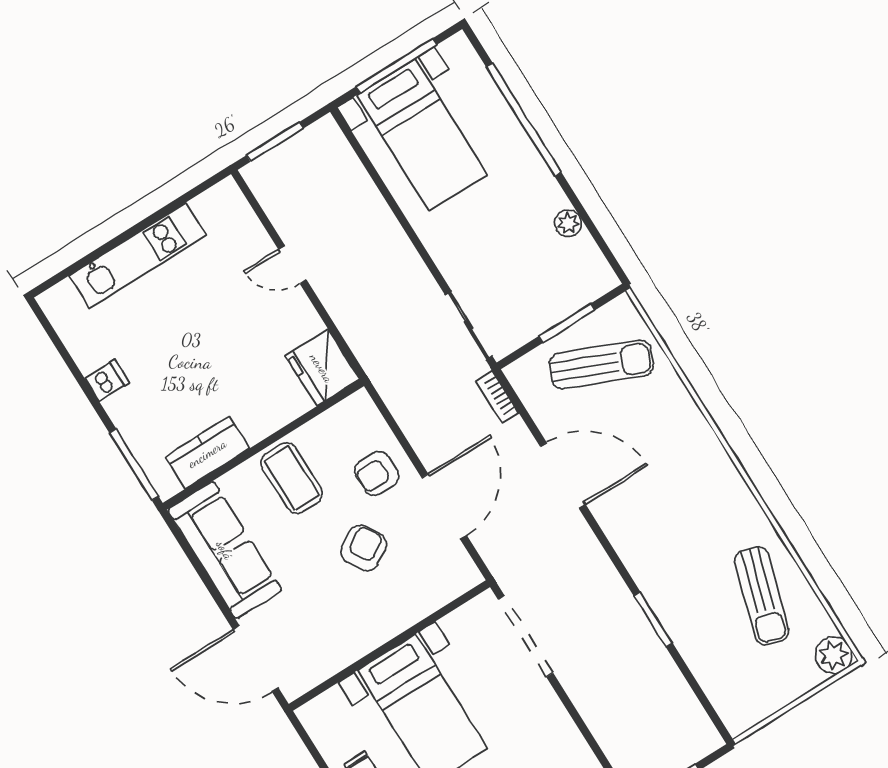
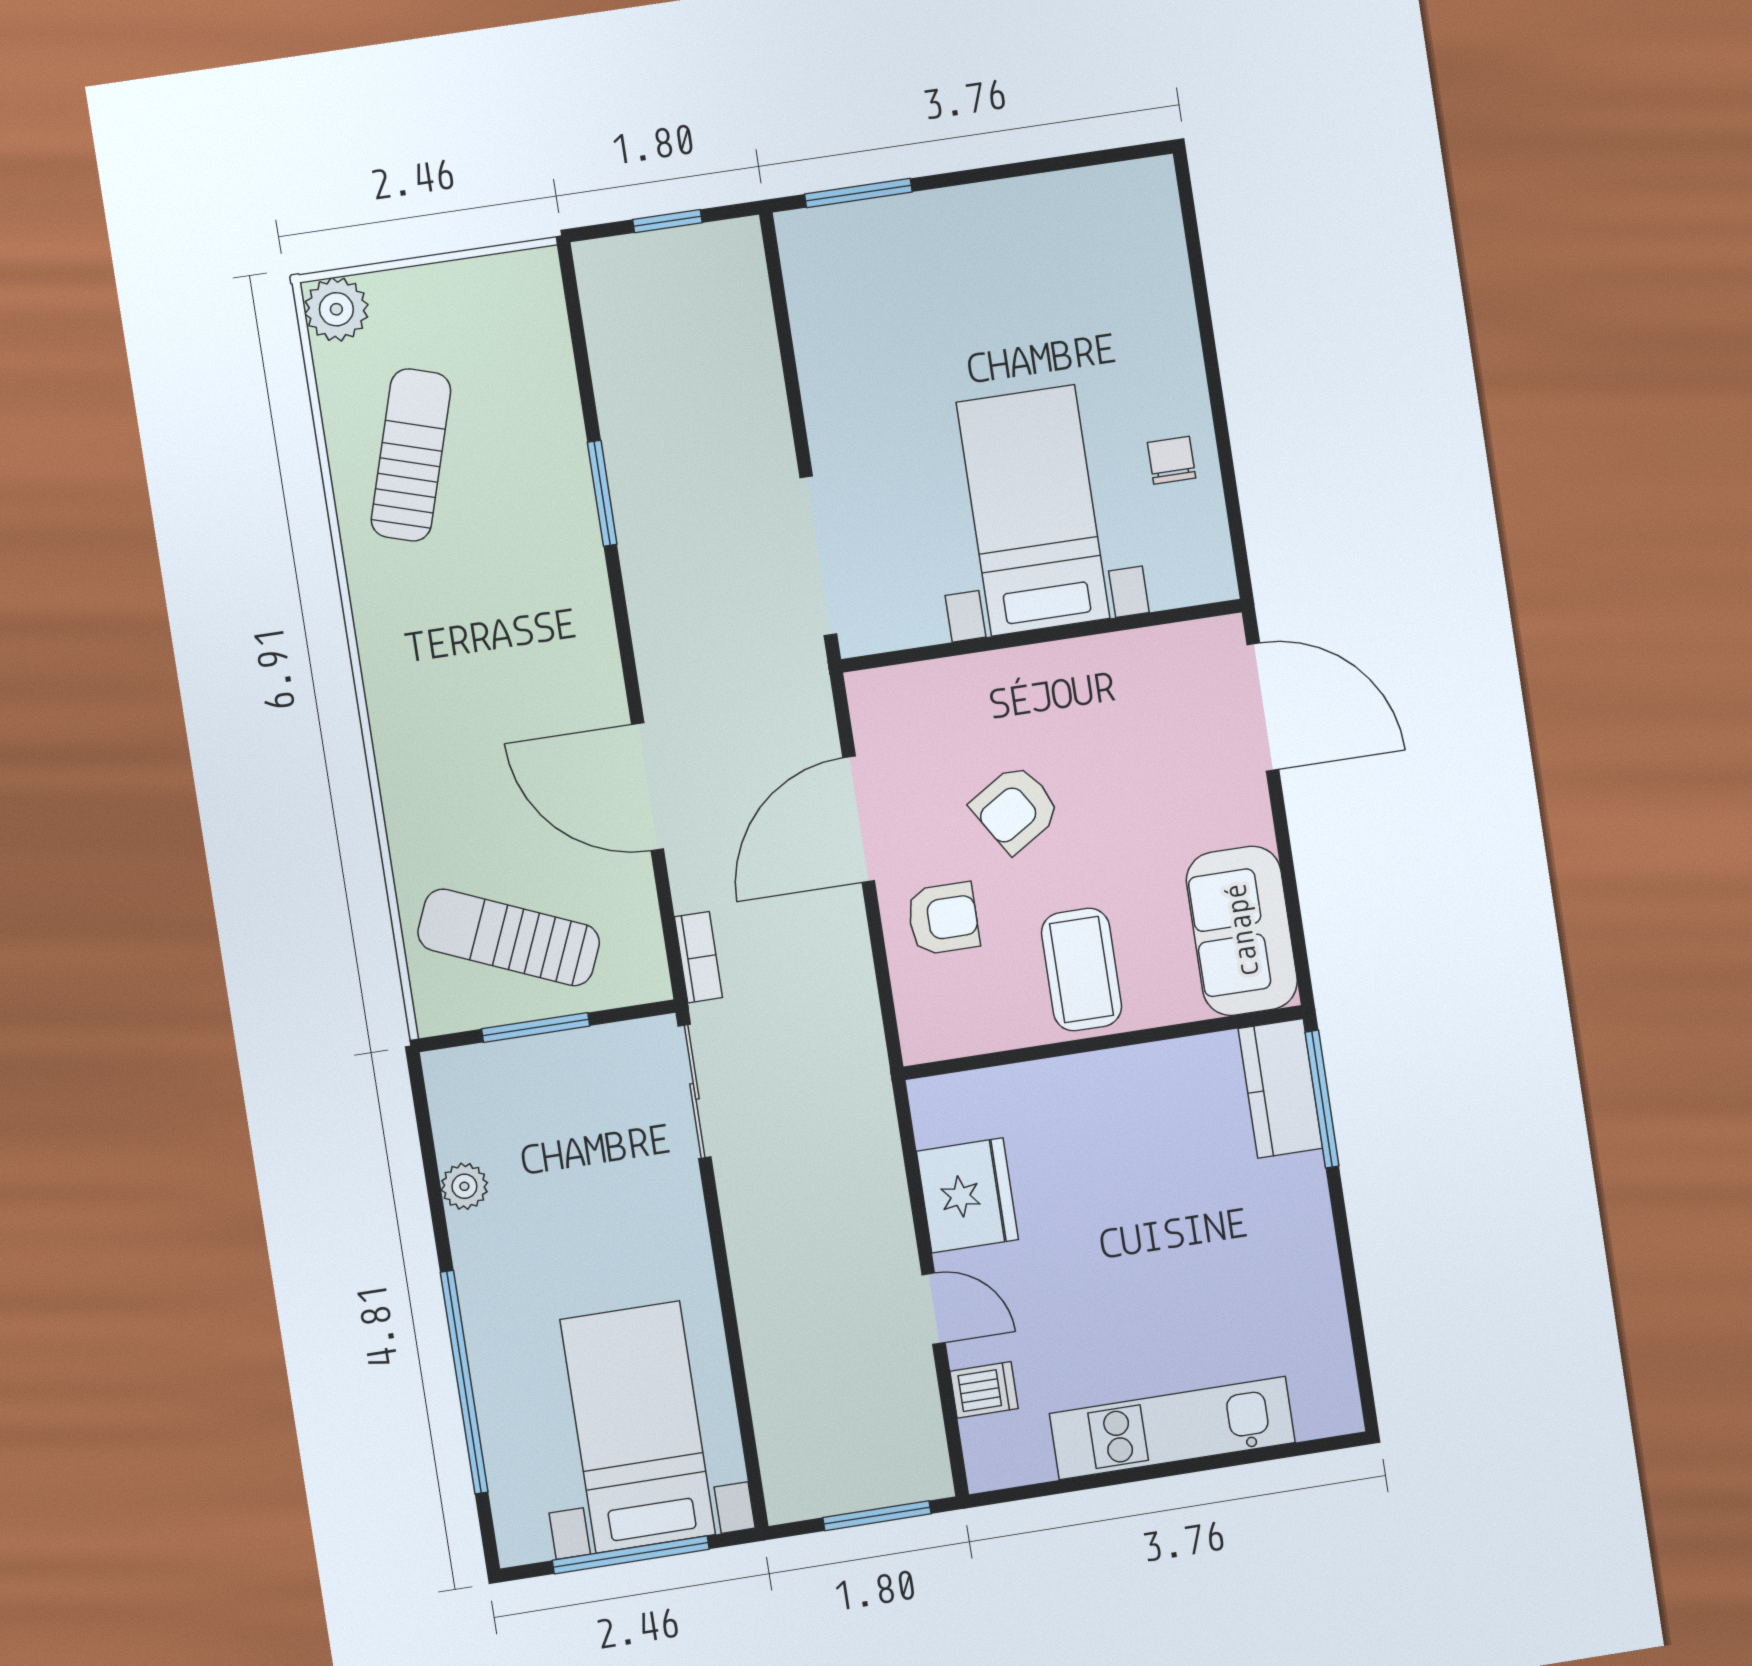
fridge: (322, 368) -> (967, 1195), moved
dishwasher: (107, 380) -> (984, 1390), moved, turned 180
kitchen counter: (207, 453) -> (1280, 1088), moved, turned 90
sofa: (225, 550) -> (1242, 931), width x0.73

